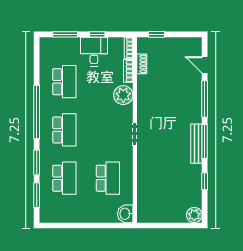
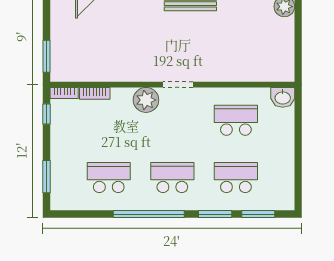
window: (97, 34) -> (47, 114), moved
window: (156, 34) -> (47, 56), width x1.50
desk: (94, 52) -> (69, 139), removed
shoe rack: (142, 64) -> (85, 76), removed
plant: (123, 95) -> (146, 100), moved

